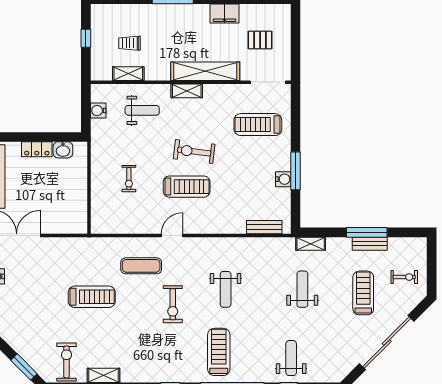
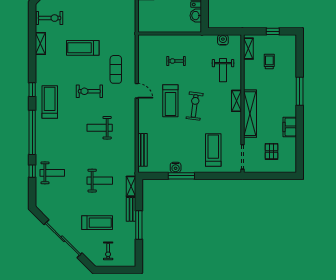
shelving: (128, 74) -> (248, 49), moved
bench: (264, 227) -> (142, 150), width x1.36
bench: (370, 244) -> (131, 209), moved
treadmill: (92, 297) -> (83, 48), moved, turned 90
treadmill: (219, 352) -> (50, 102), moved, turned -90

